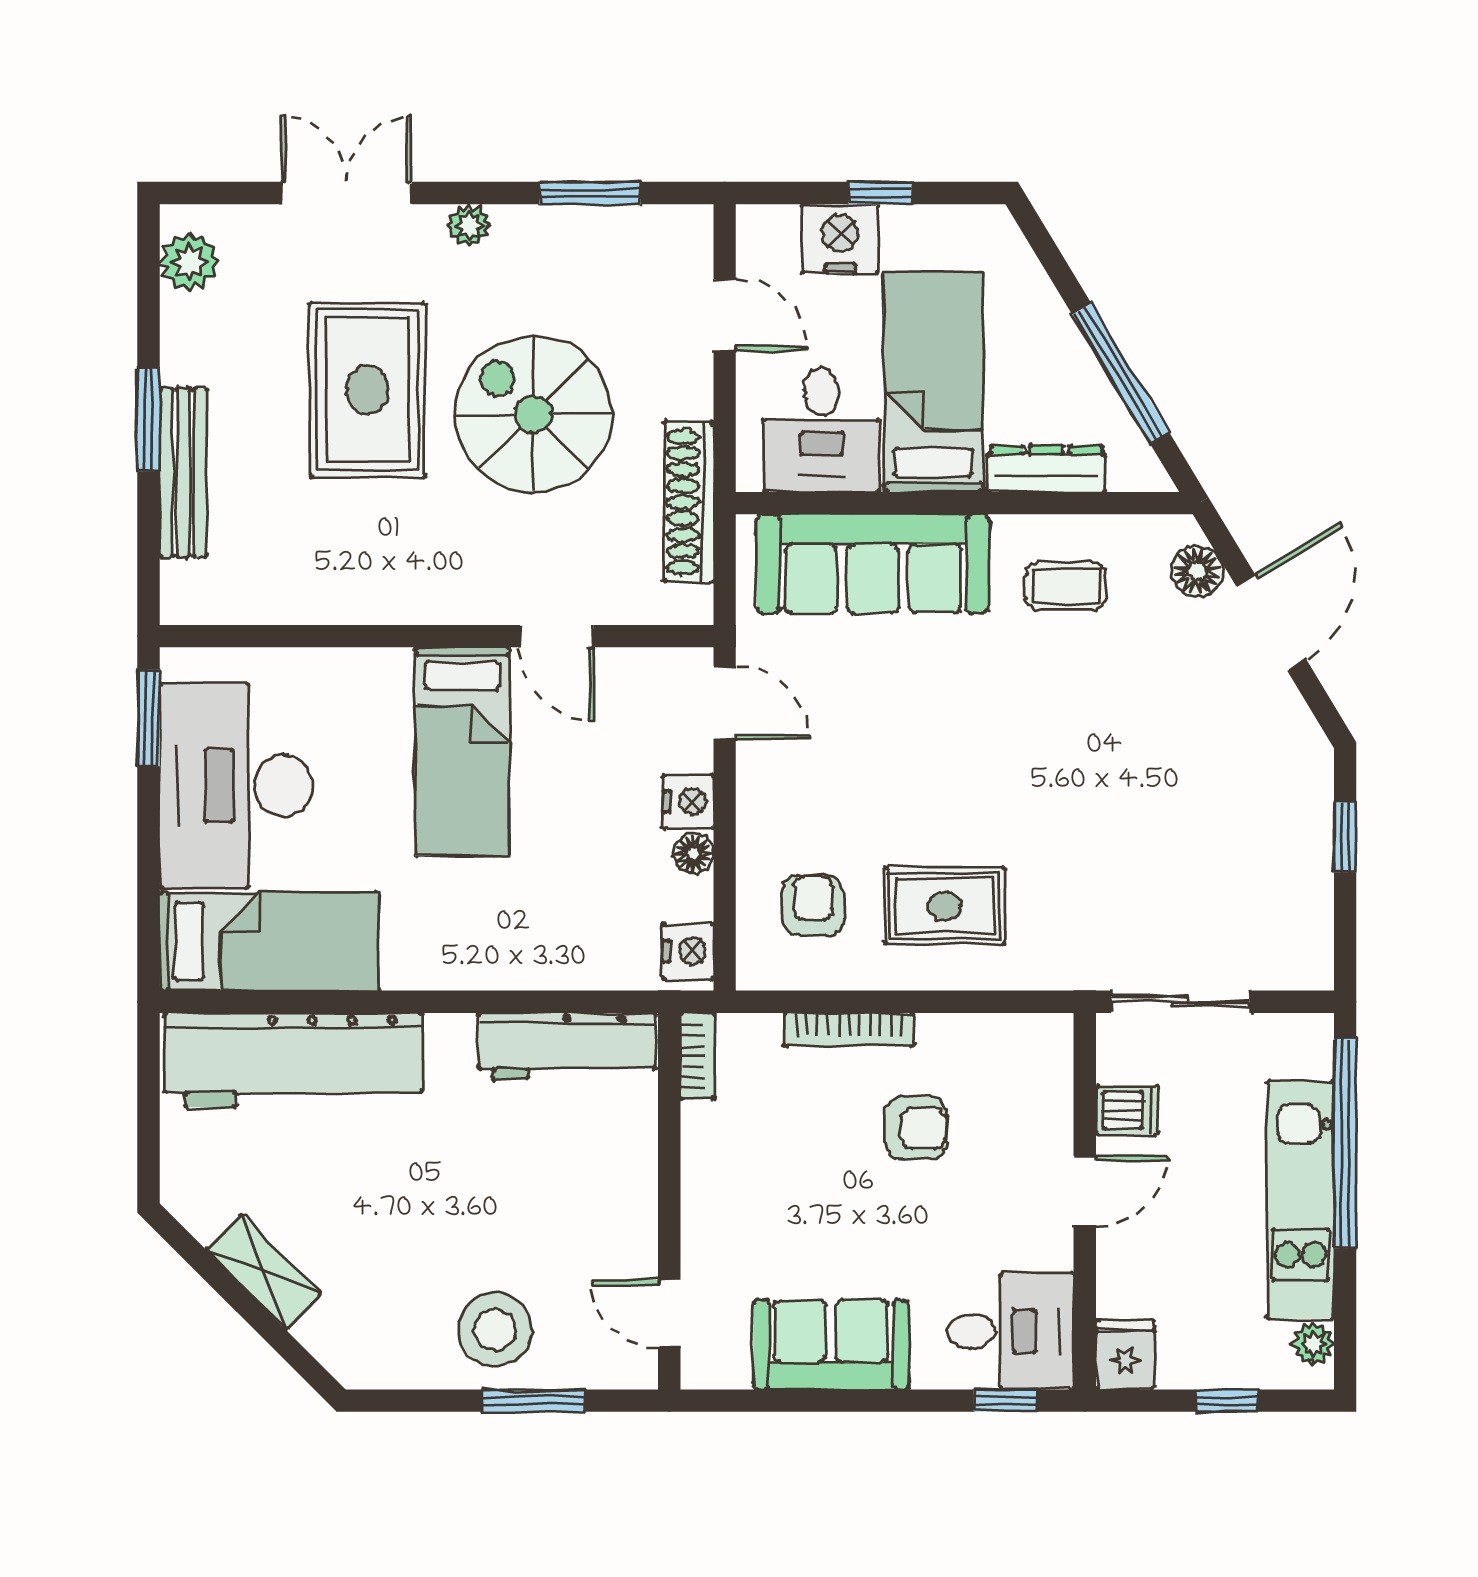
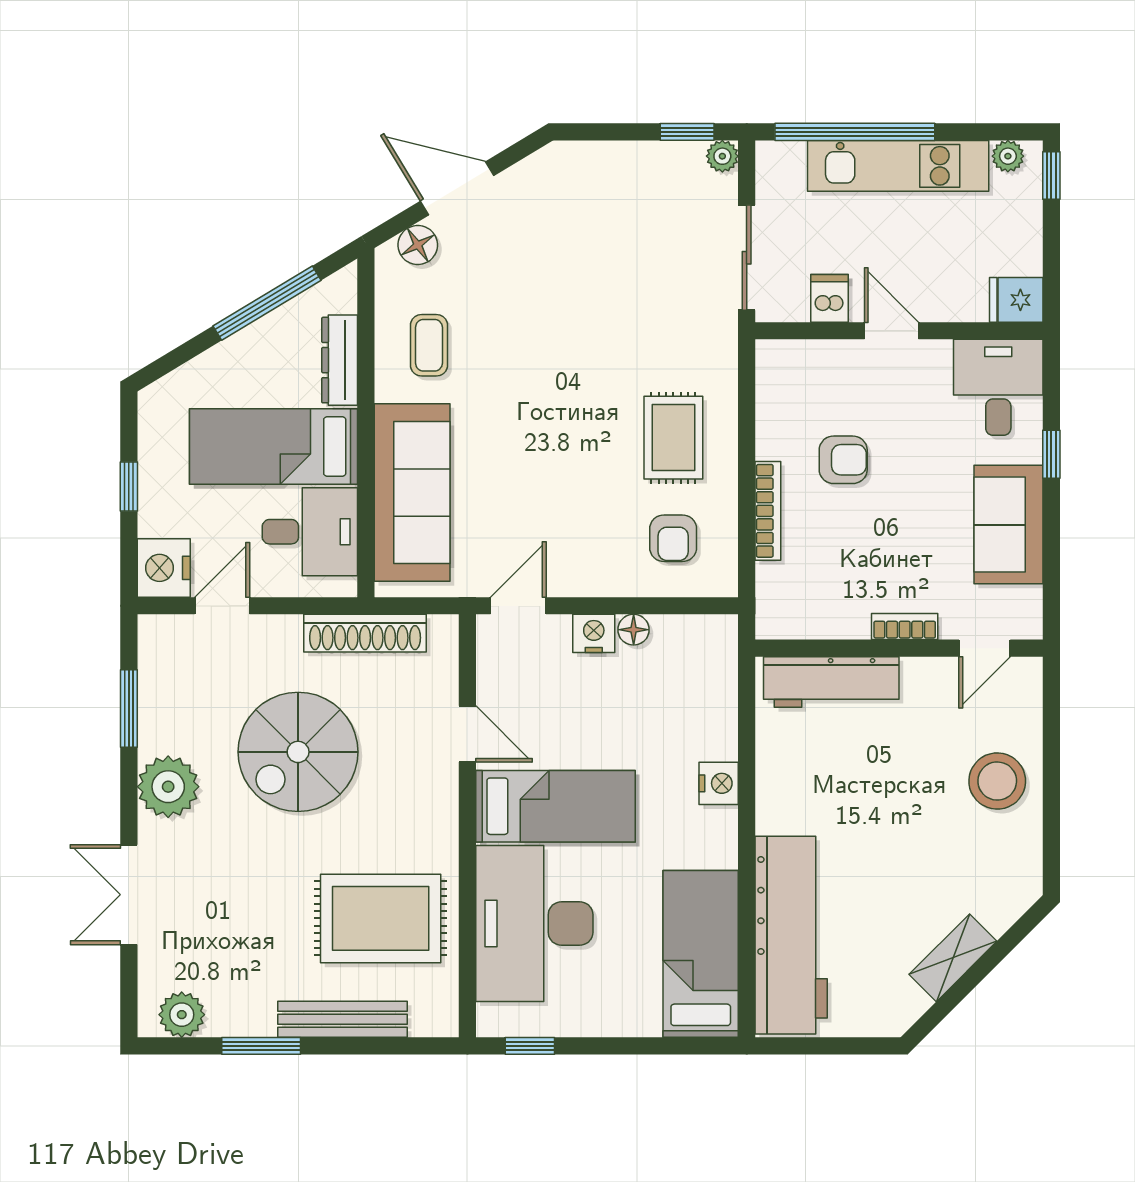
plant: (469, 226) -> (168, 787), width x1.88, depth x1.88
nightstand: (840, 239) -> (164, 568), moved
rug: (368, 390) -> (381, 918), moved
window: (148, 420) -> (261, 1046), moved
door: (557, 636) -> (467, 734), hinge flipped
window: (148, 718) -> (530, 1046), width x0.67
desk: (236, 786) -> (534, 924), moved, turned 90
window: (1345, 837) -> (687, 132), moved
armchair: (813, 905) -> (673, 538), turned -90
nightstand: (688, 951) -> (719, 783), moved, turned 90
plant: (1313, 970) -> (722, 156), added
workbench: (567, 1046) -> (831, 682), moved, turned 90
bookcase: (698, 1056) -> (905, 626), moved
armchair: (916, 1128) -> (843, 460), turned 90
window: (534, 1401) -> (1051, 752), removed
window: (1005, 1401) -> (1051, 454), moved
window: (1227, 1401) -> (1051, 175), moved

